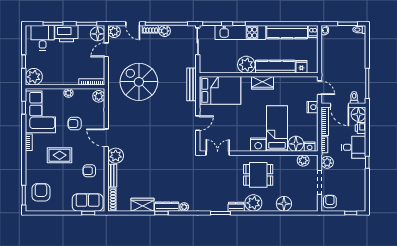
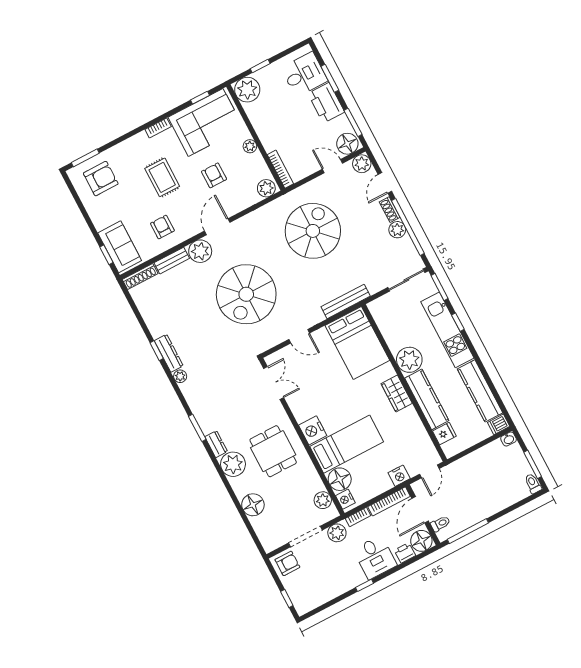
spiral stairs: (156, 142) -> (246, 294), added
wardrobe: (143, 205) -> (154, 320), removed

